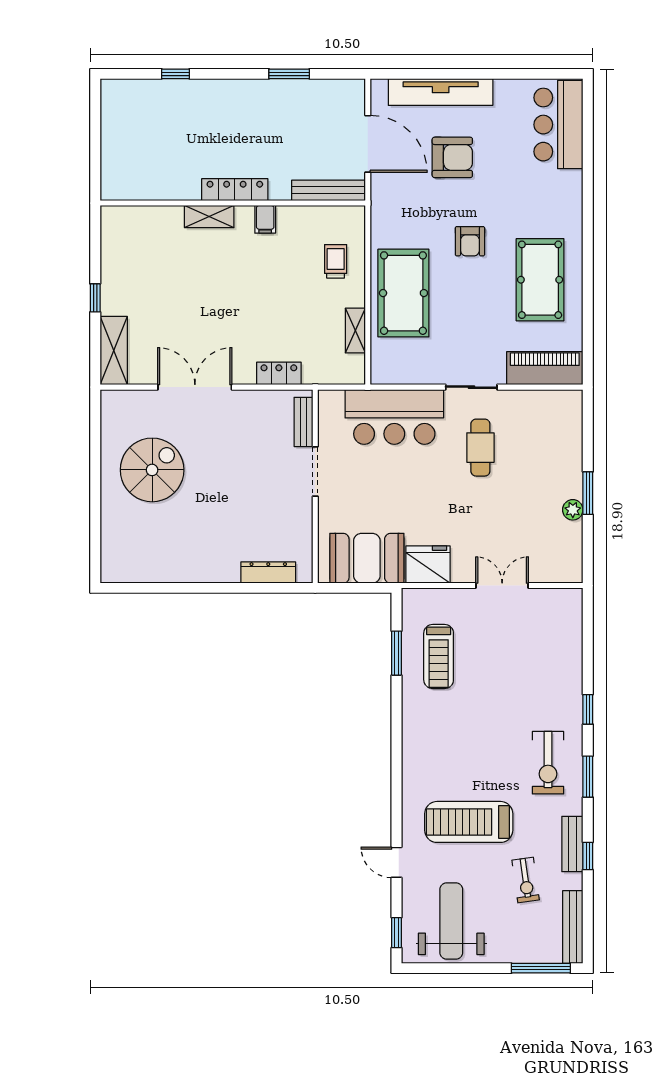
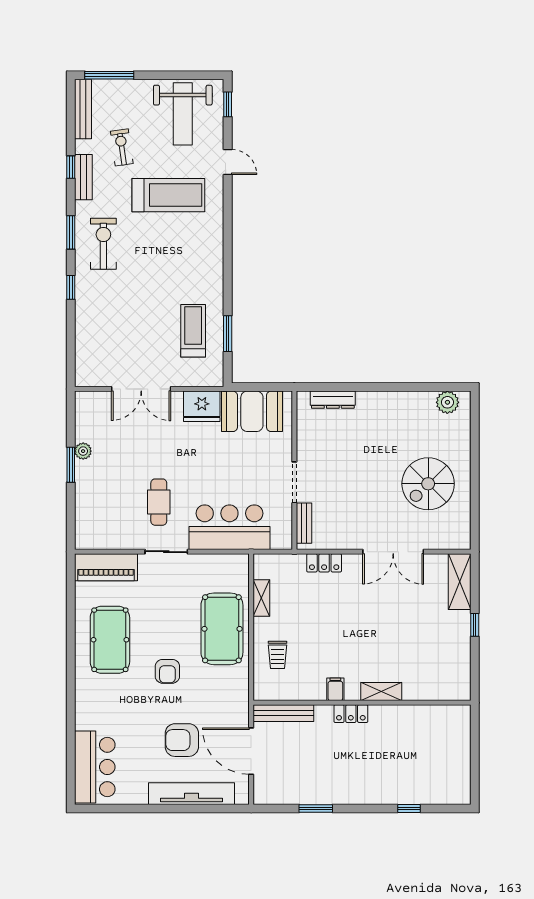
locker: (235, 190) -> (351, 714), width x0.66
armchair: (470, 241) -> (167, 671), turned 180
plant: (128, 569) -> (447, 402), added
double door: (502, 586) -> (141, 389), width x1.37

